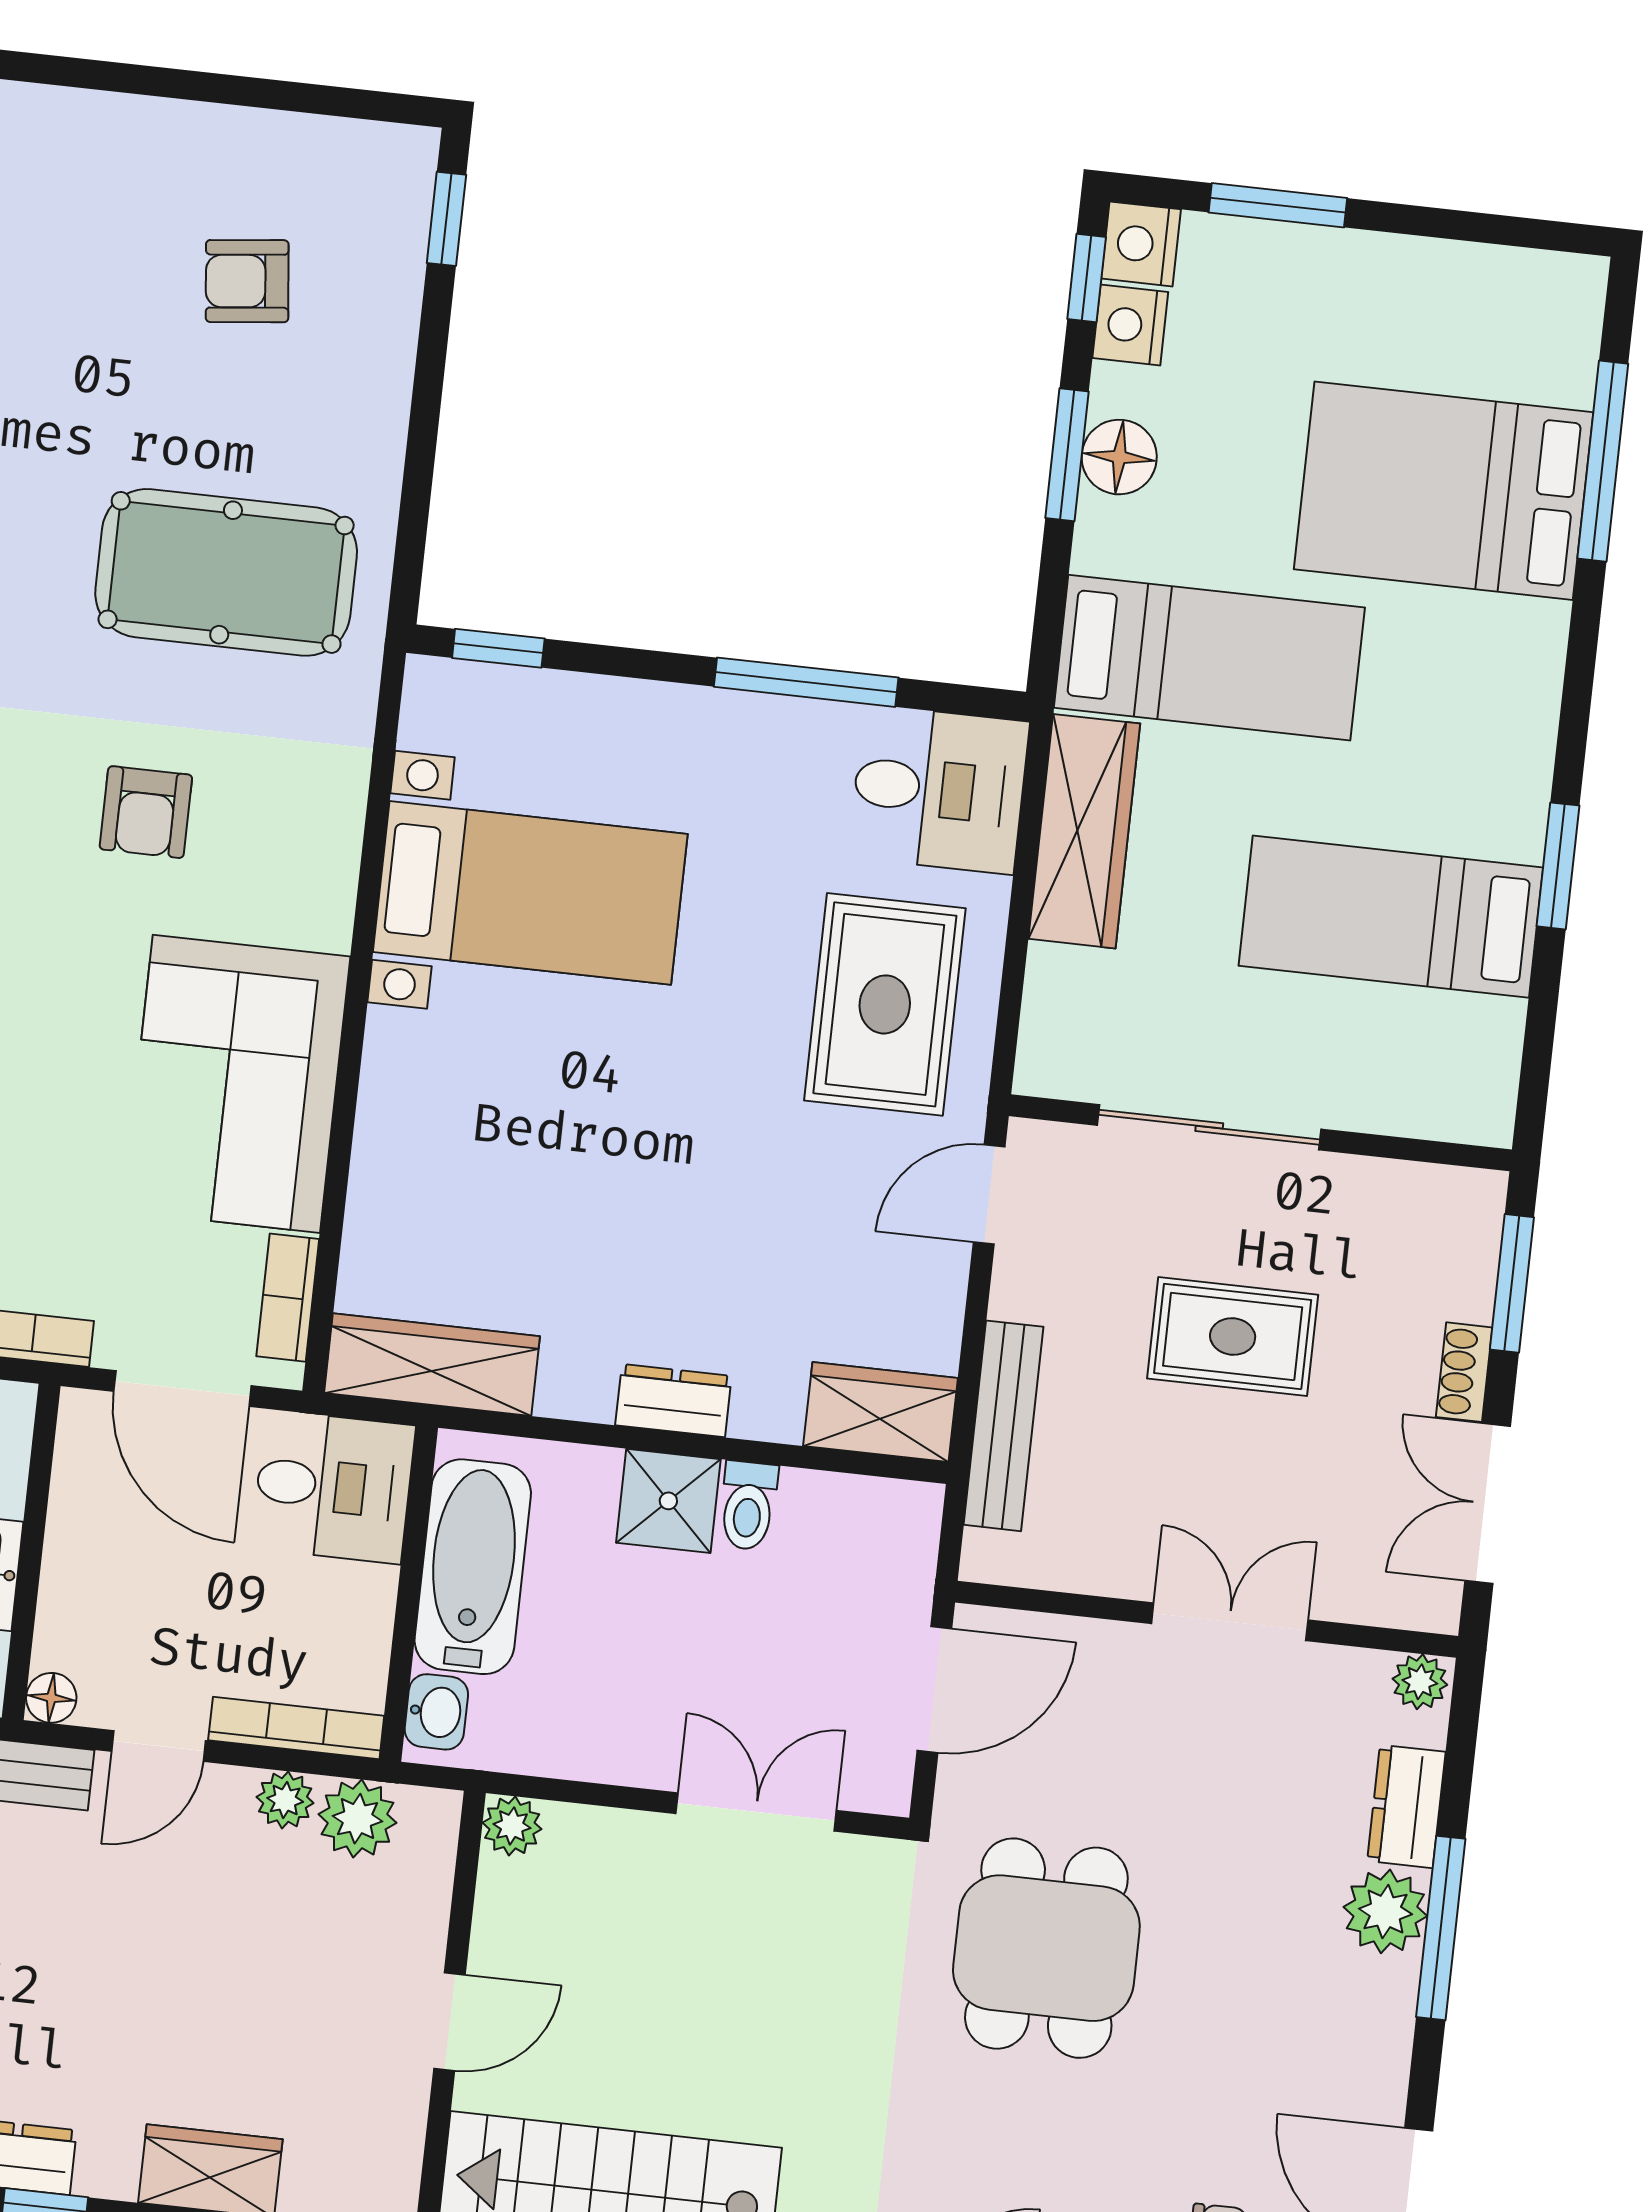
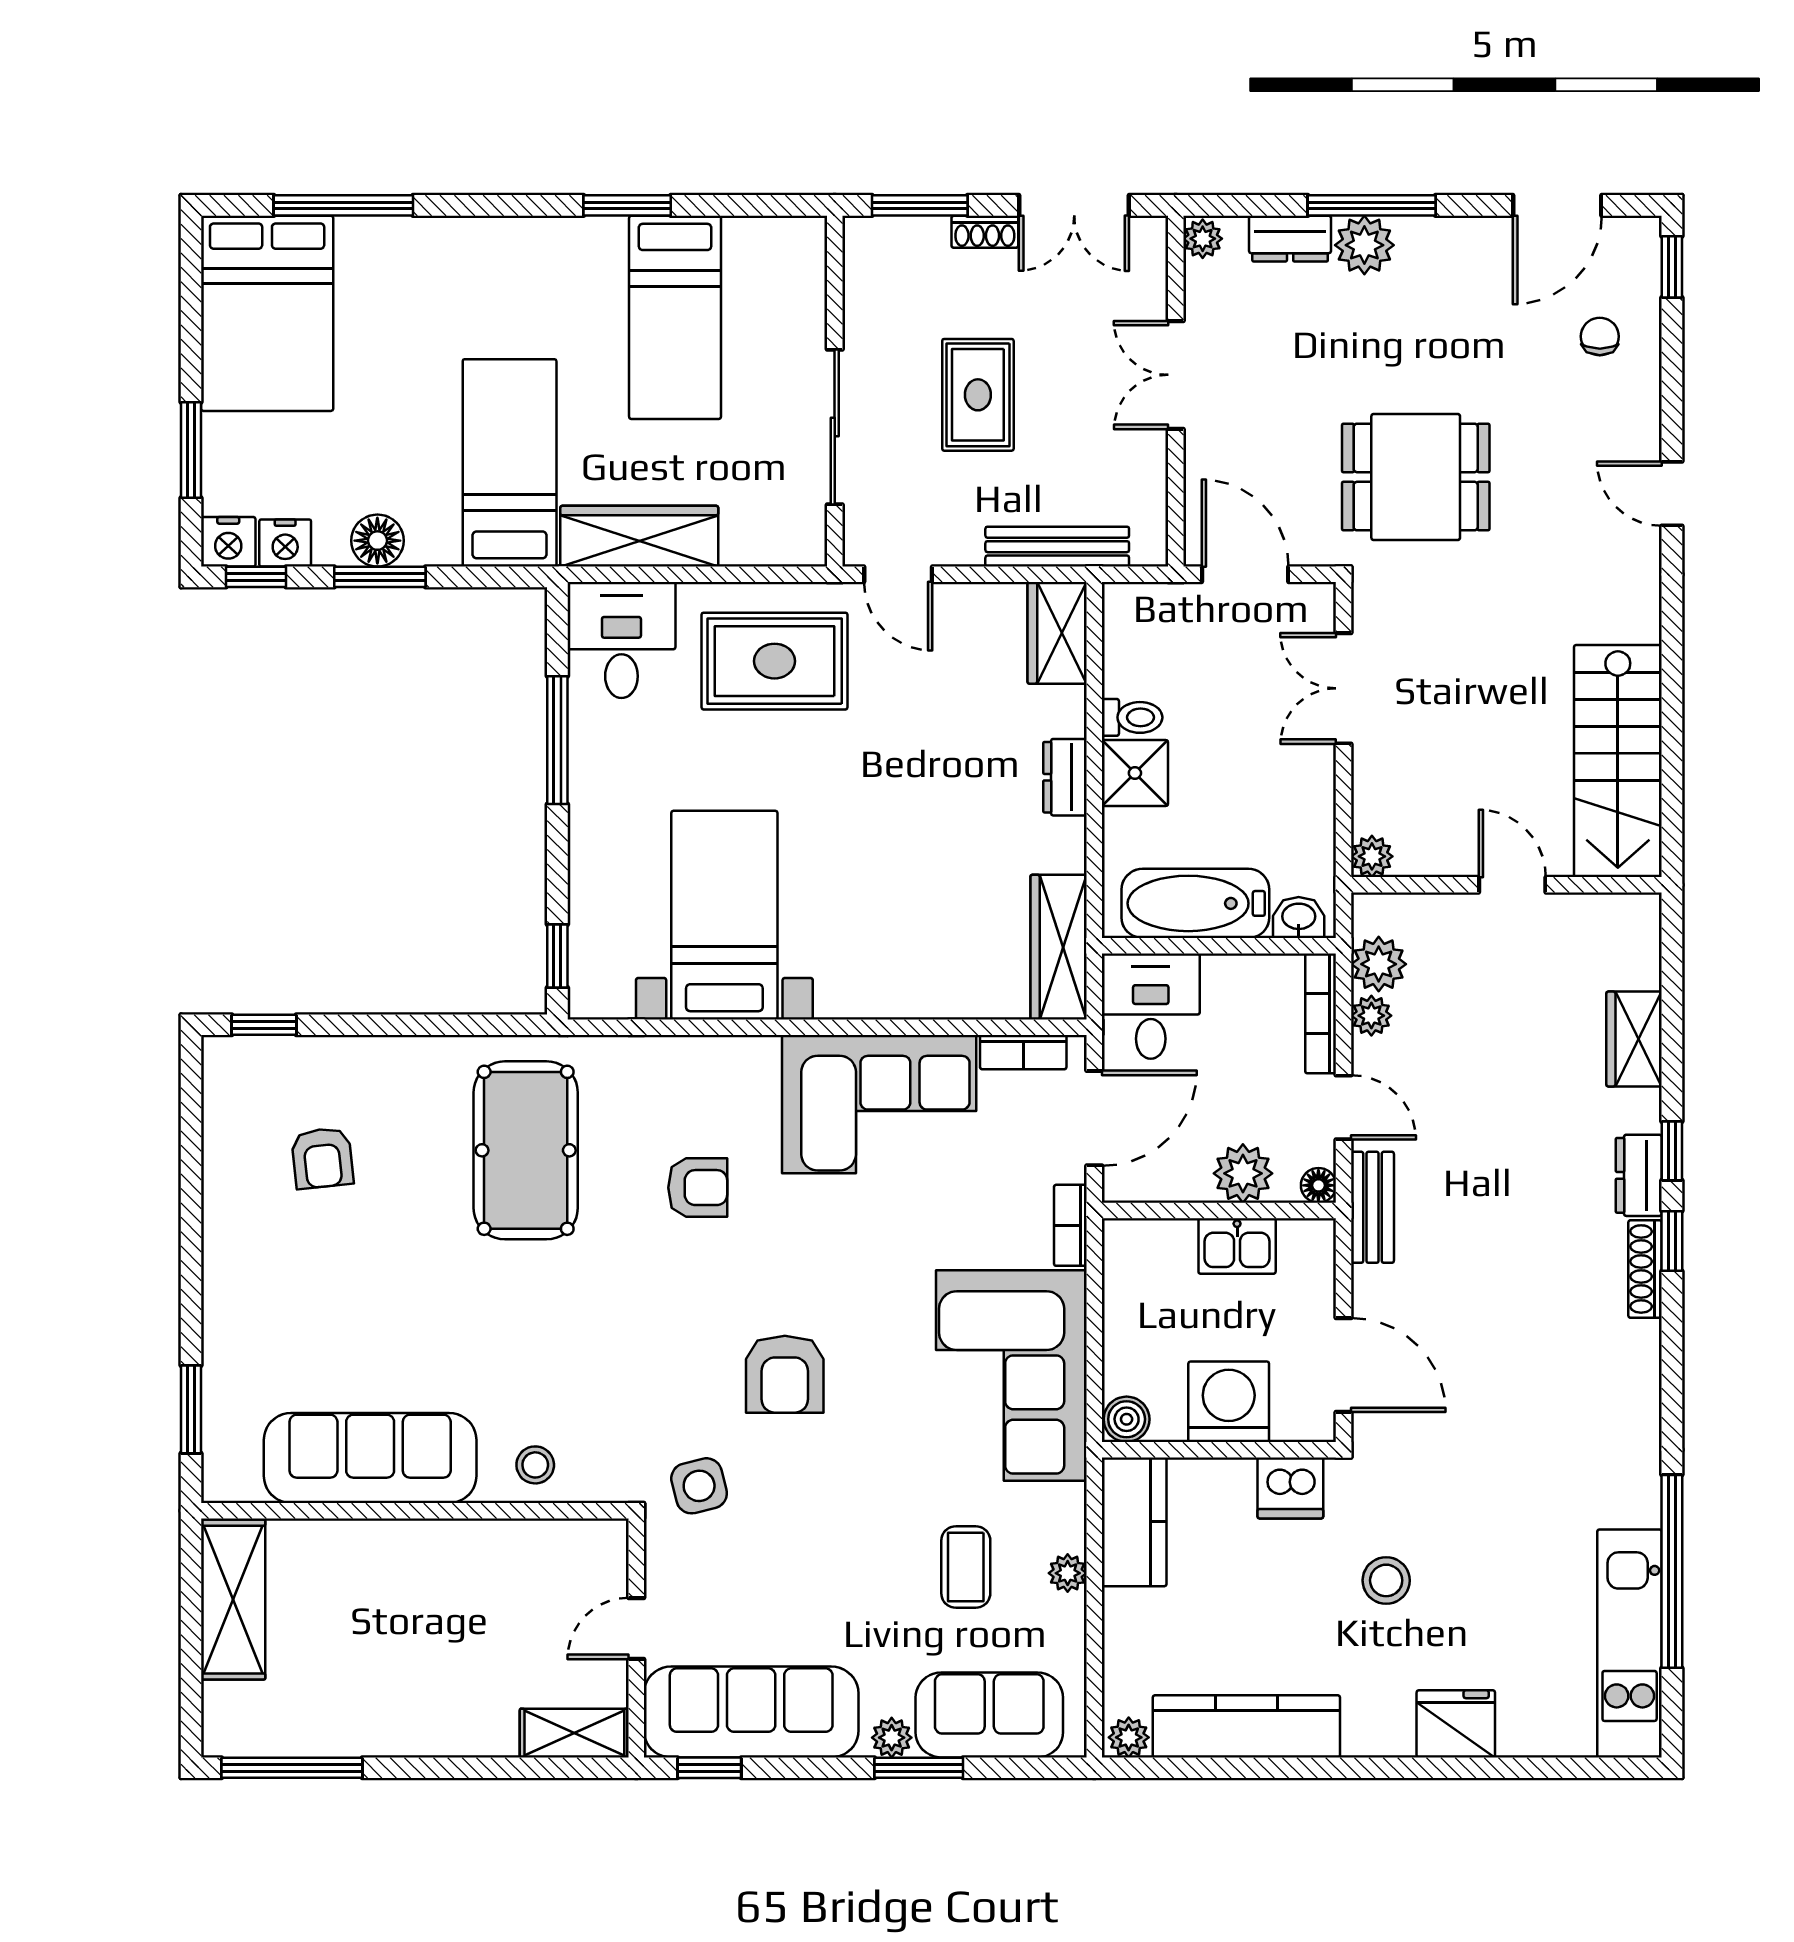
bed: (1444, 491) -> (267, 313), moved
plant: (80, 1592) -> (1243, 1173), added

